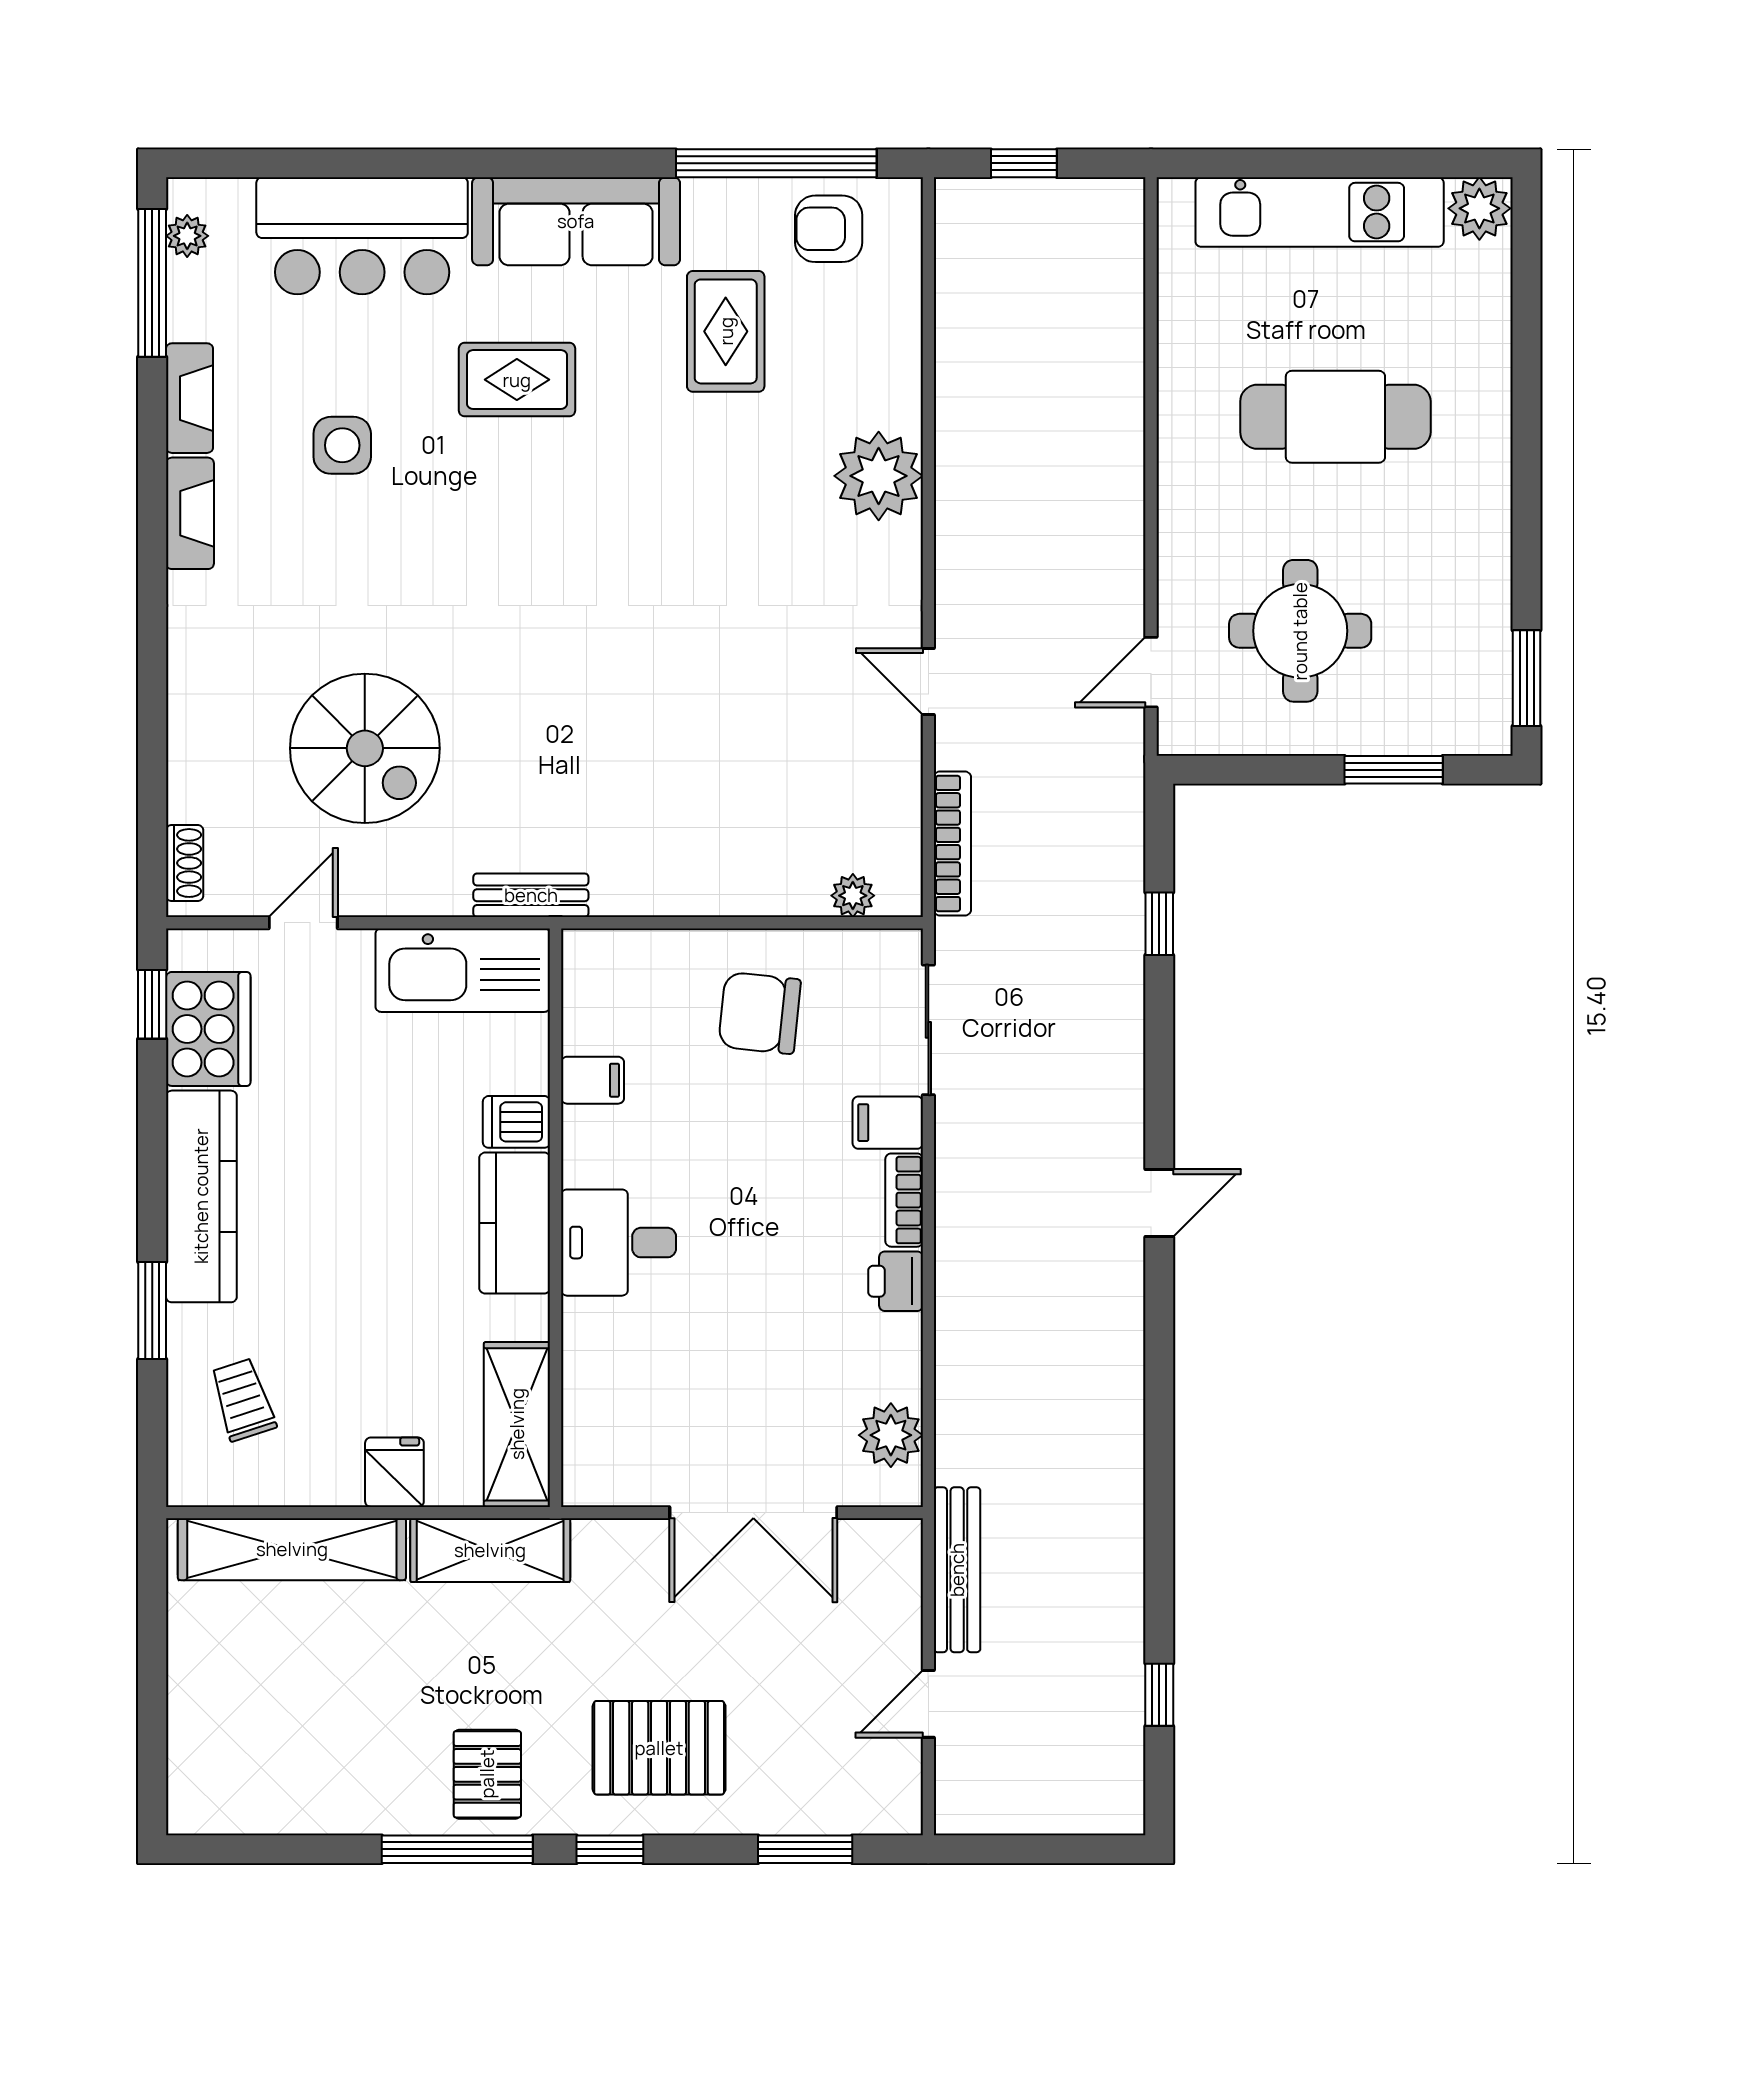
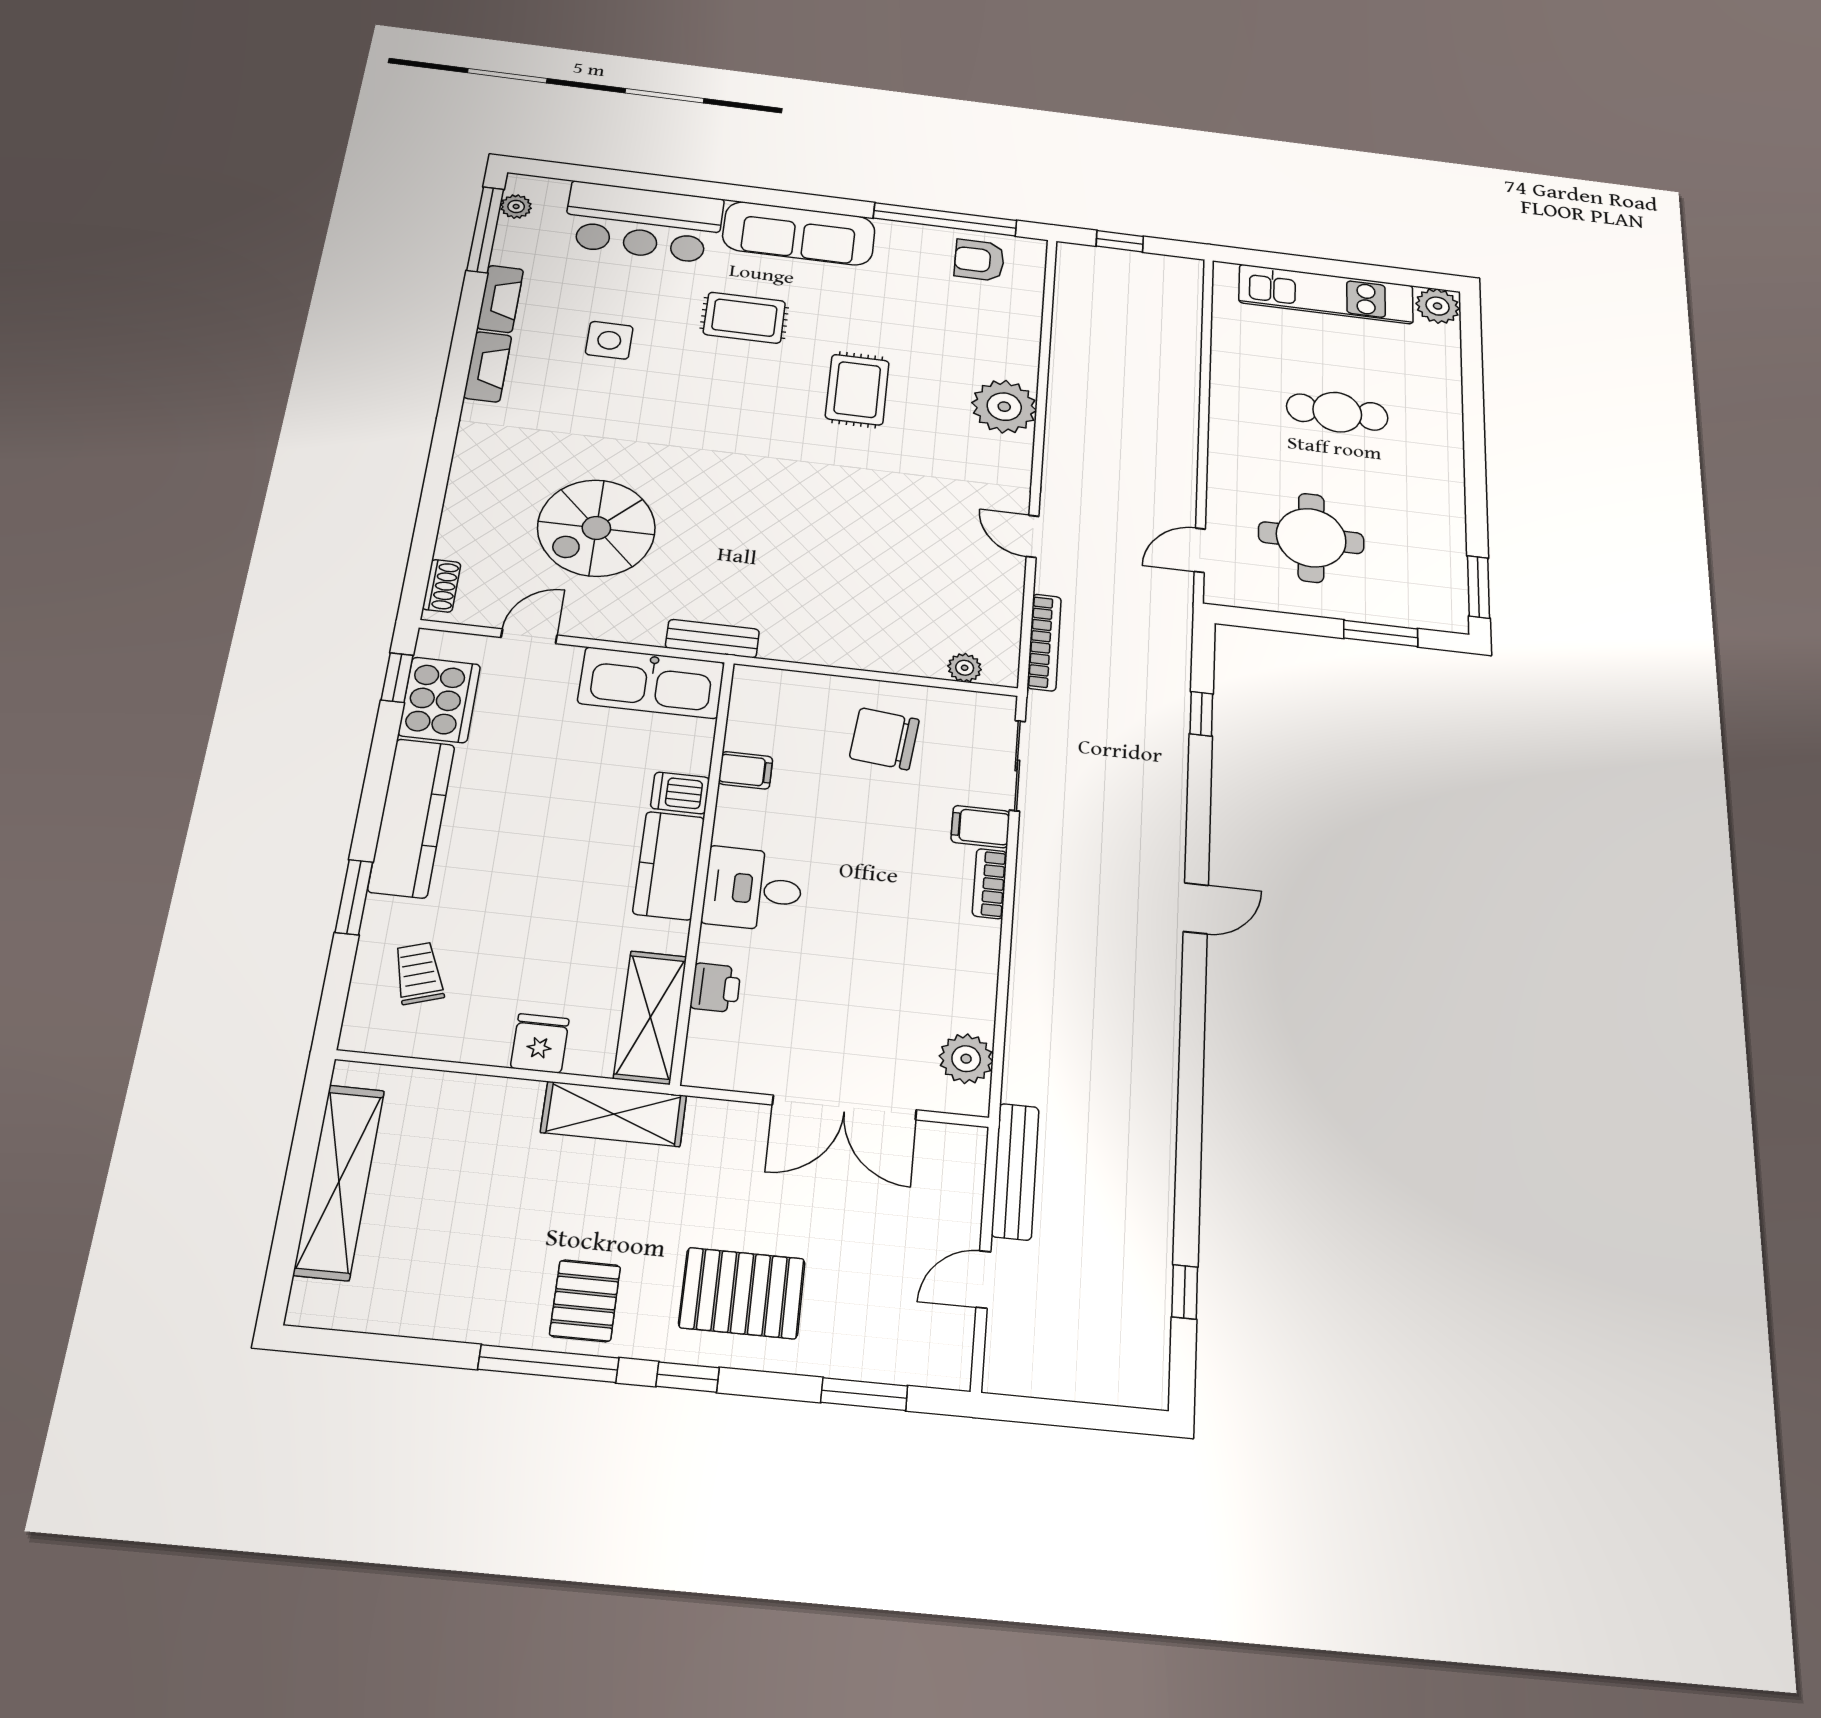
rug: (726, 331) -> (857, 390), moved
cafe table: (1335, 417) -> (1337, 412), width x0.73, depth x0.74
spiral stairs: (365, 748) -> (596, 528), turned 90
printer: (896, 1281) -> (716, 988), moved, turned 180
shelving: (292, 1549) -> (339, 1182), moved, turned 90

